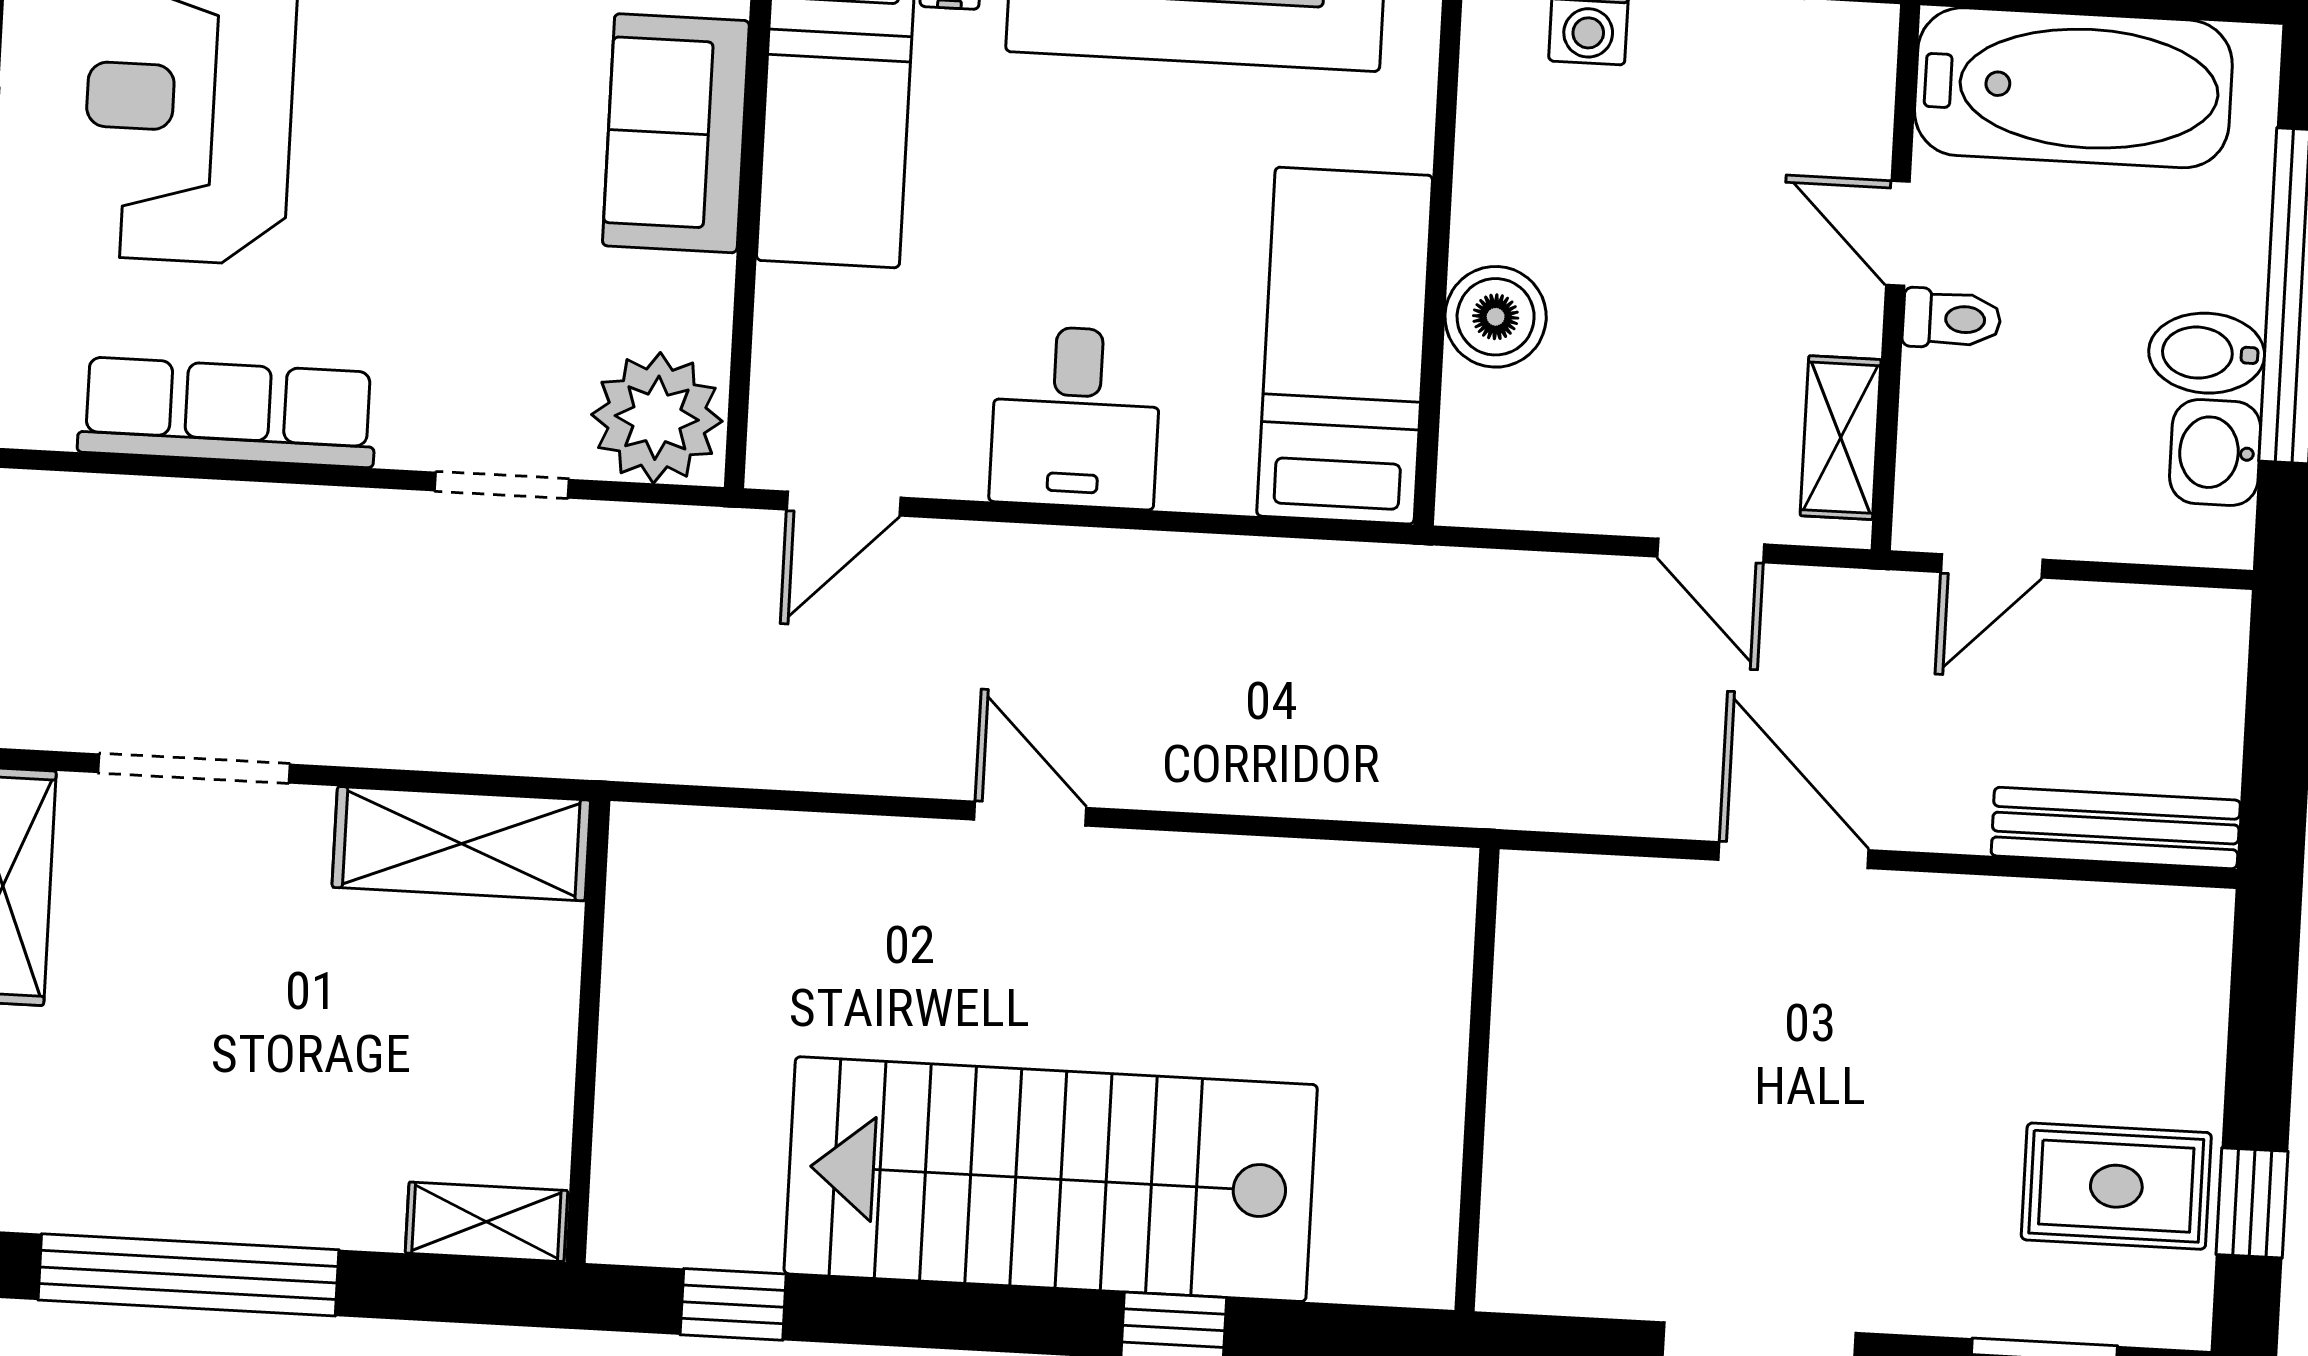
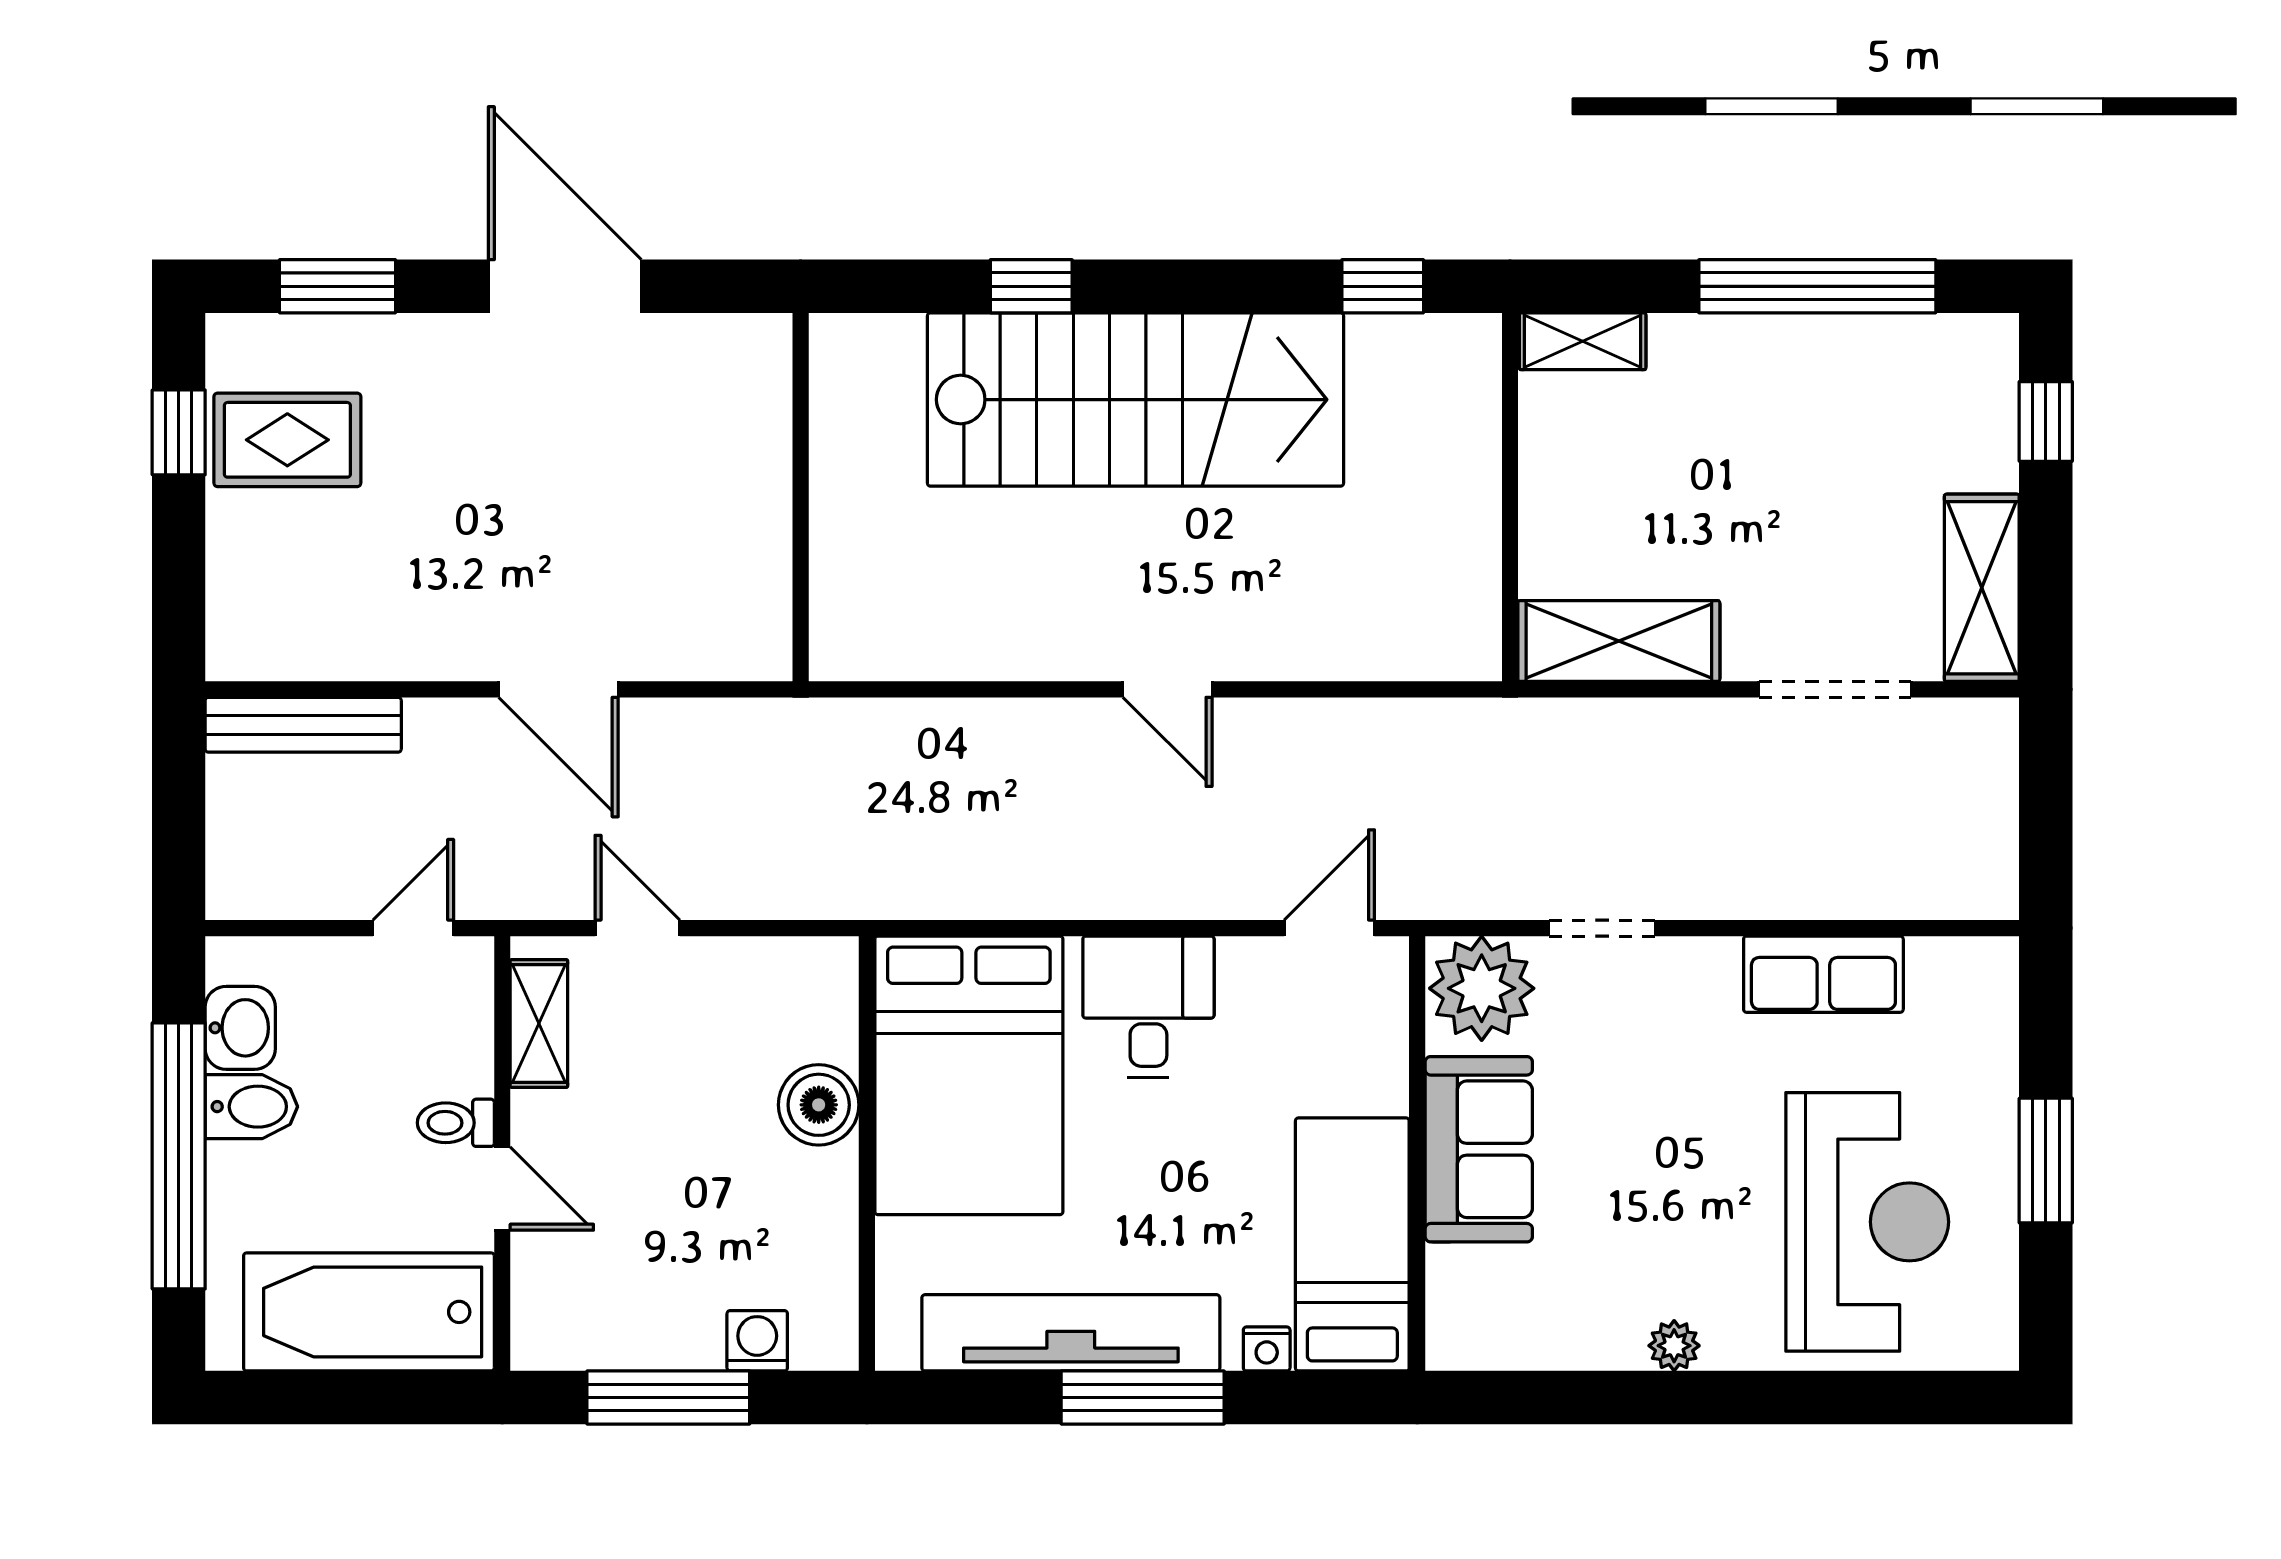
sofa: (676, 133) -> (1479, 1149), moved
bed: (1345, 346) -> (969, 1075), width x1.50
row of seats: (228, 412) -> (1823, 974), width x0.68

